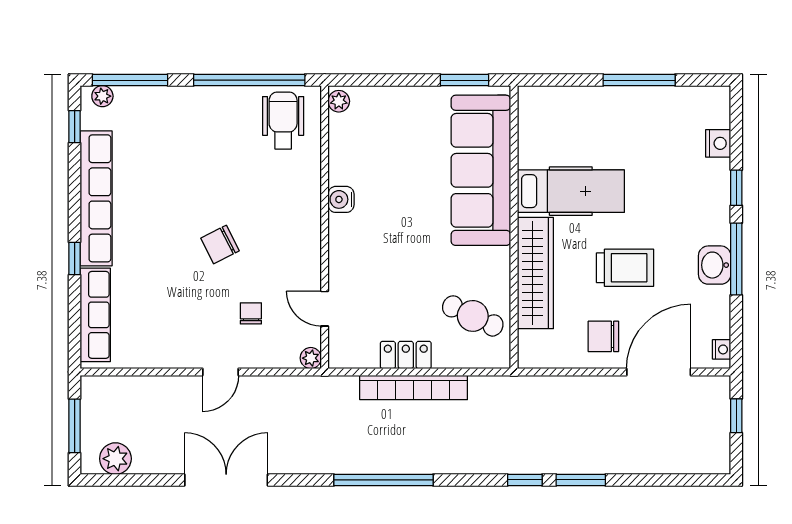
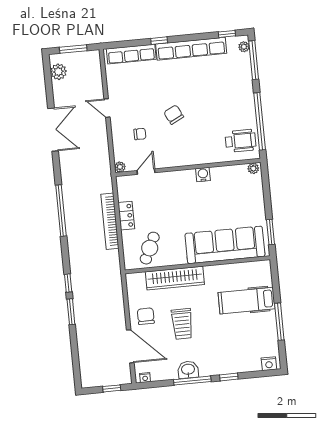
nightstand: (718, 143) -> (269, 364), moved
hospital bed: (571, 191) -> (247, 301), moved, turned 90
door: (221, 372) -> (107, 108), moved

